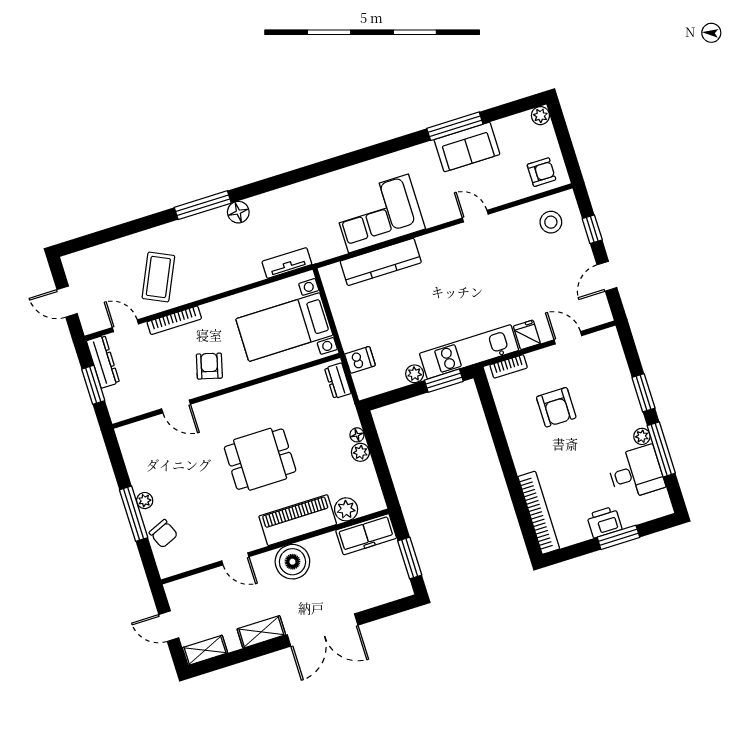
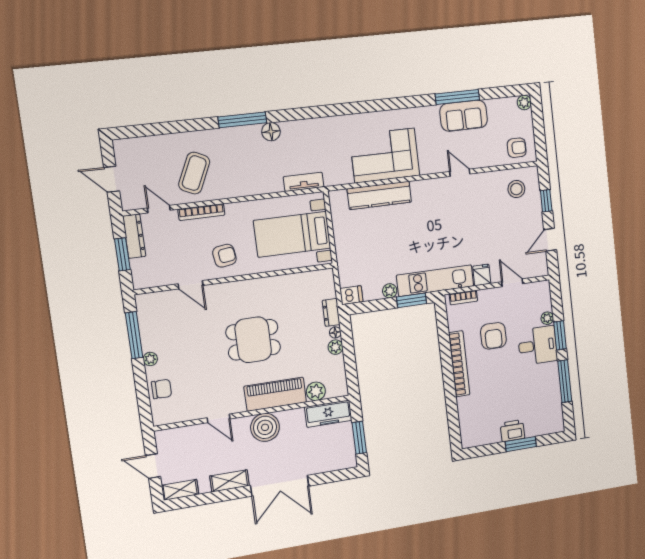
dishwasher: (360, 360) -> (351, 295), moved
armchair: (209, 366) -> (224, 256), turned 67
dresser: (338, 381) -> (331, 312), moved
plant: (642, 436) -> (547, 318), moved
desk: (636, 473) -> (538, 345), moved
bookcase: (539, 513) -> (459, 364), moved
window: (134, 514) -> (134, 335), moved
chair: (163, 534) -> (162, 389), turned -67

